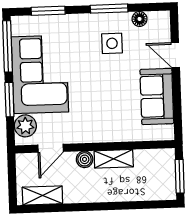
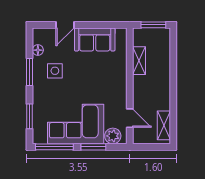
boiler: (85, 159) -> (139, 94), removed
shelving: (114, 159) -> (139, 61), moved

